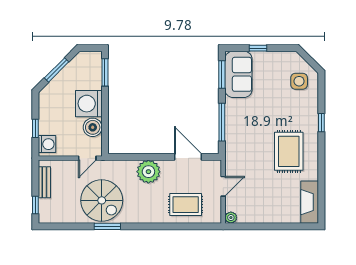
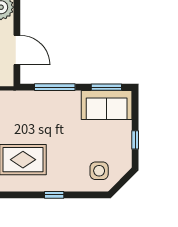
window: (258, 48) -> (135, 140), moved
door: (188, 157) -> (17, 50), hinge flipped

